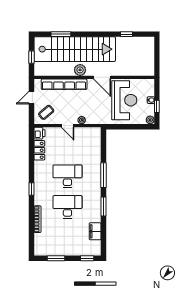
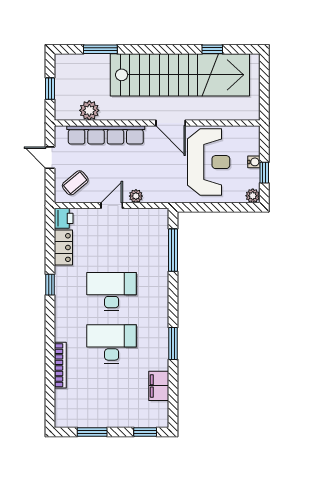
stairs: (75, 49) -> (180, 75), moved
plant: (80, 70) -> (89, 110), moved
door: (31, 98) -> (50, 158), hinge flipped
door: (68, 126) -> (112, 206), swing flipped
window: (103, 175) -> (173, 250), moved
window: (31, 189) -> (50, 285), moved

